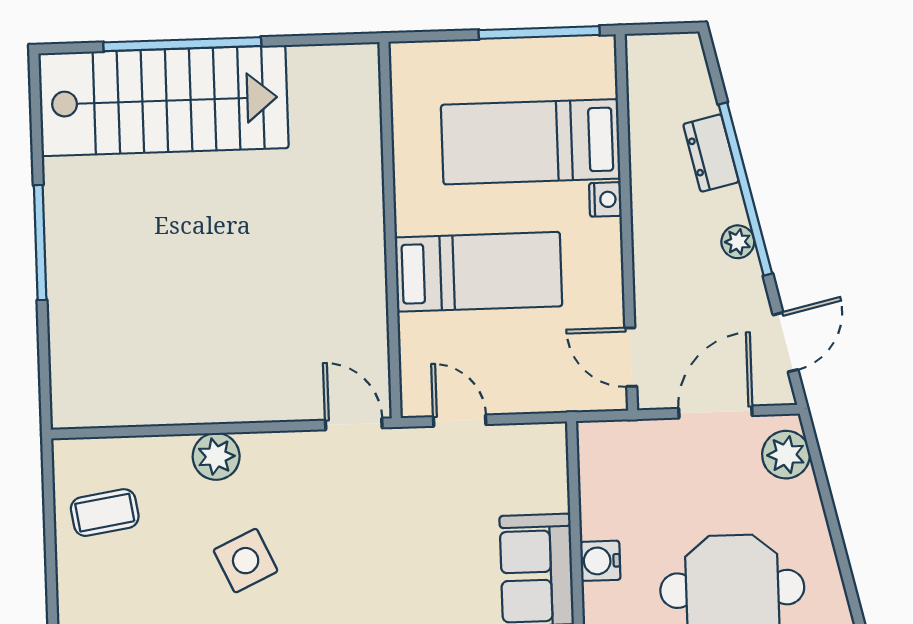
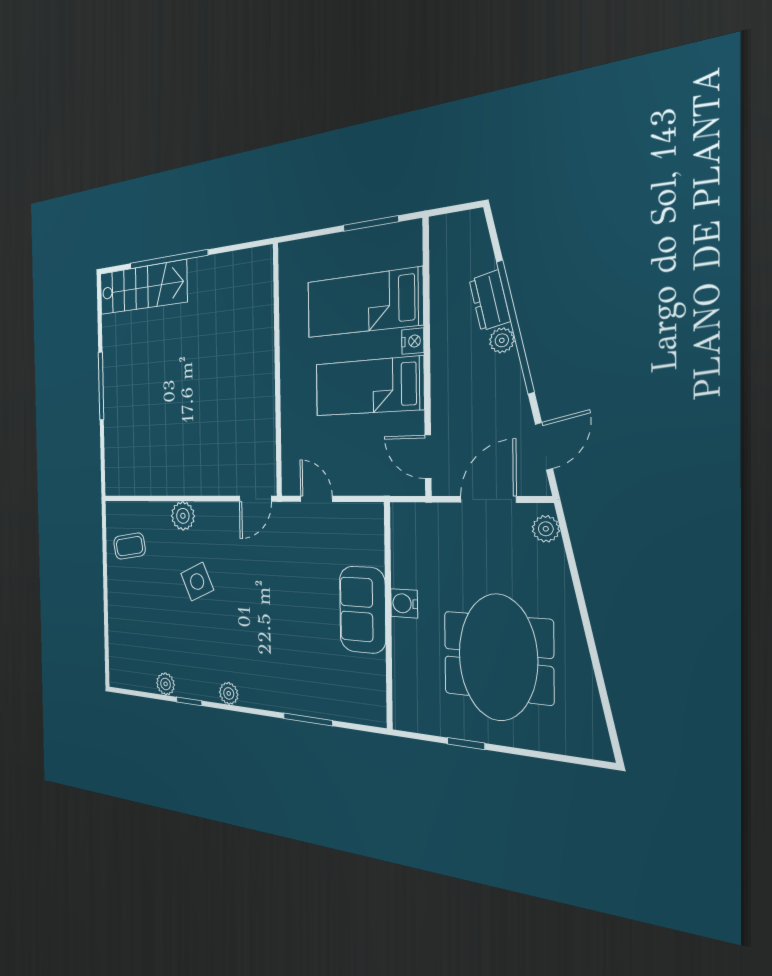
window: (539, 32) -> (371, 224), width x0.69
stairs: (163, 101) -> (143, 288), width x0.73, depth x0.66
plant: (738, 242) -> (502, 340), moved
bed: (479, 272) -> (369, 387), moved, turned 180
door: (354, 424) -> (255, 499), swing flipped
plant: (786, 455) -> (546, 529), width x0.73, depth x0.73

